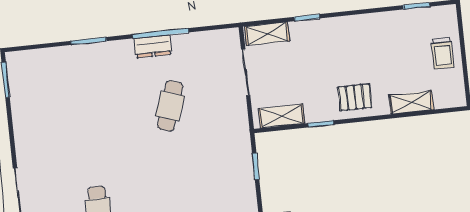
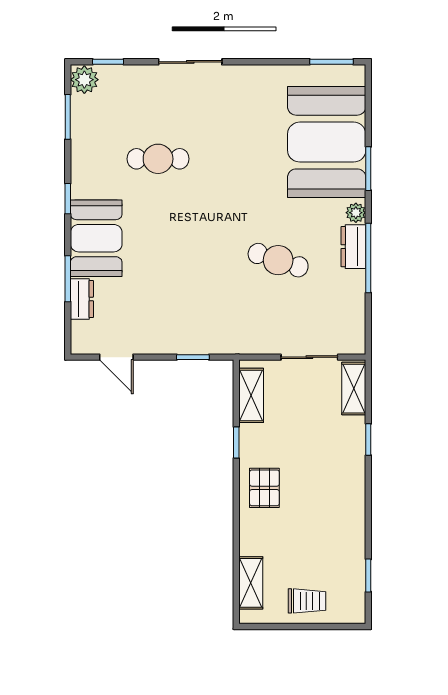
plant: (125, 47) -> (356, 213), added
trolley: (442, 53) -> (307, 601), turned 180
booth: (71, 77) -> (327, 142), added
shelving: (411, 102) -> (251, 583), moved

